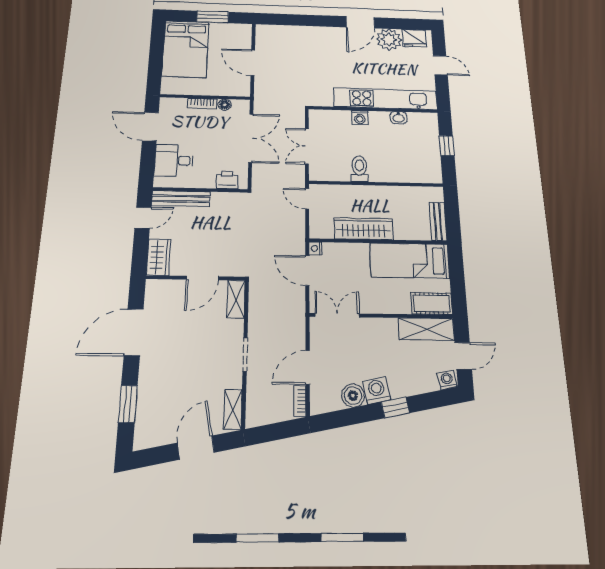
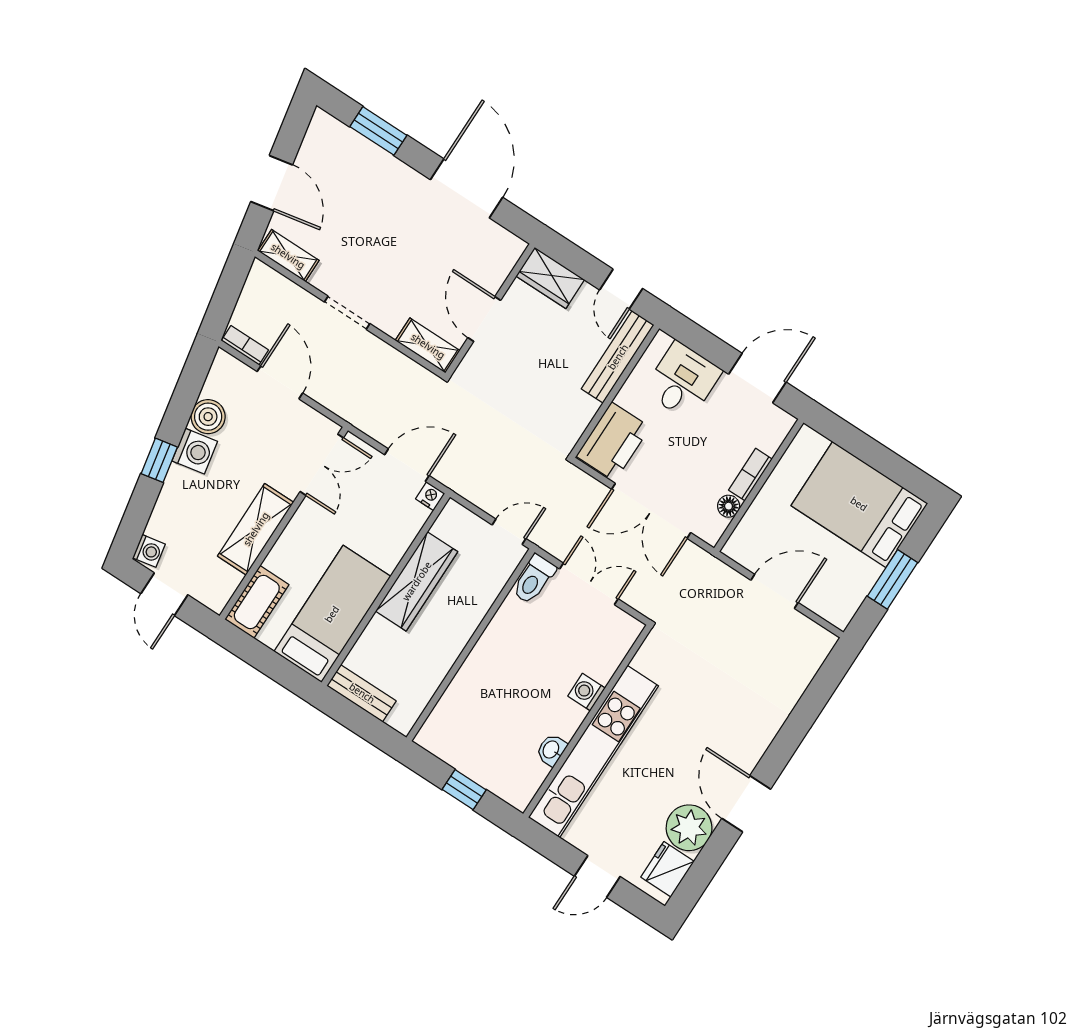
toilet: (359, 169) -> (534, 579), moved, turned 90
printer: (227, 180) -> (613, 442), width x1.87, depth x1.48
shelving: (426, 329) -> (256, 529), moved

